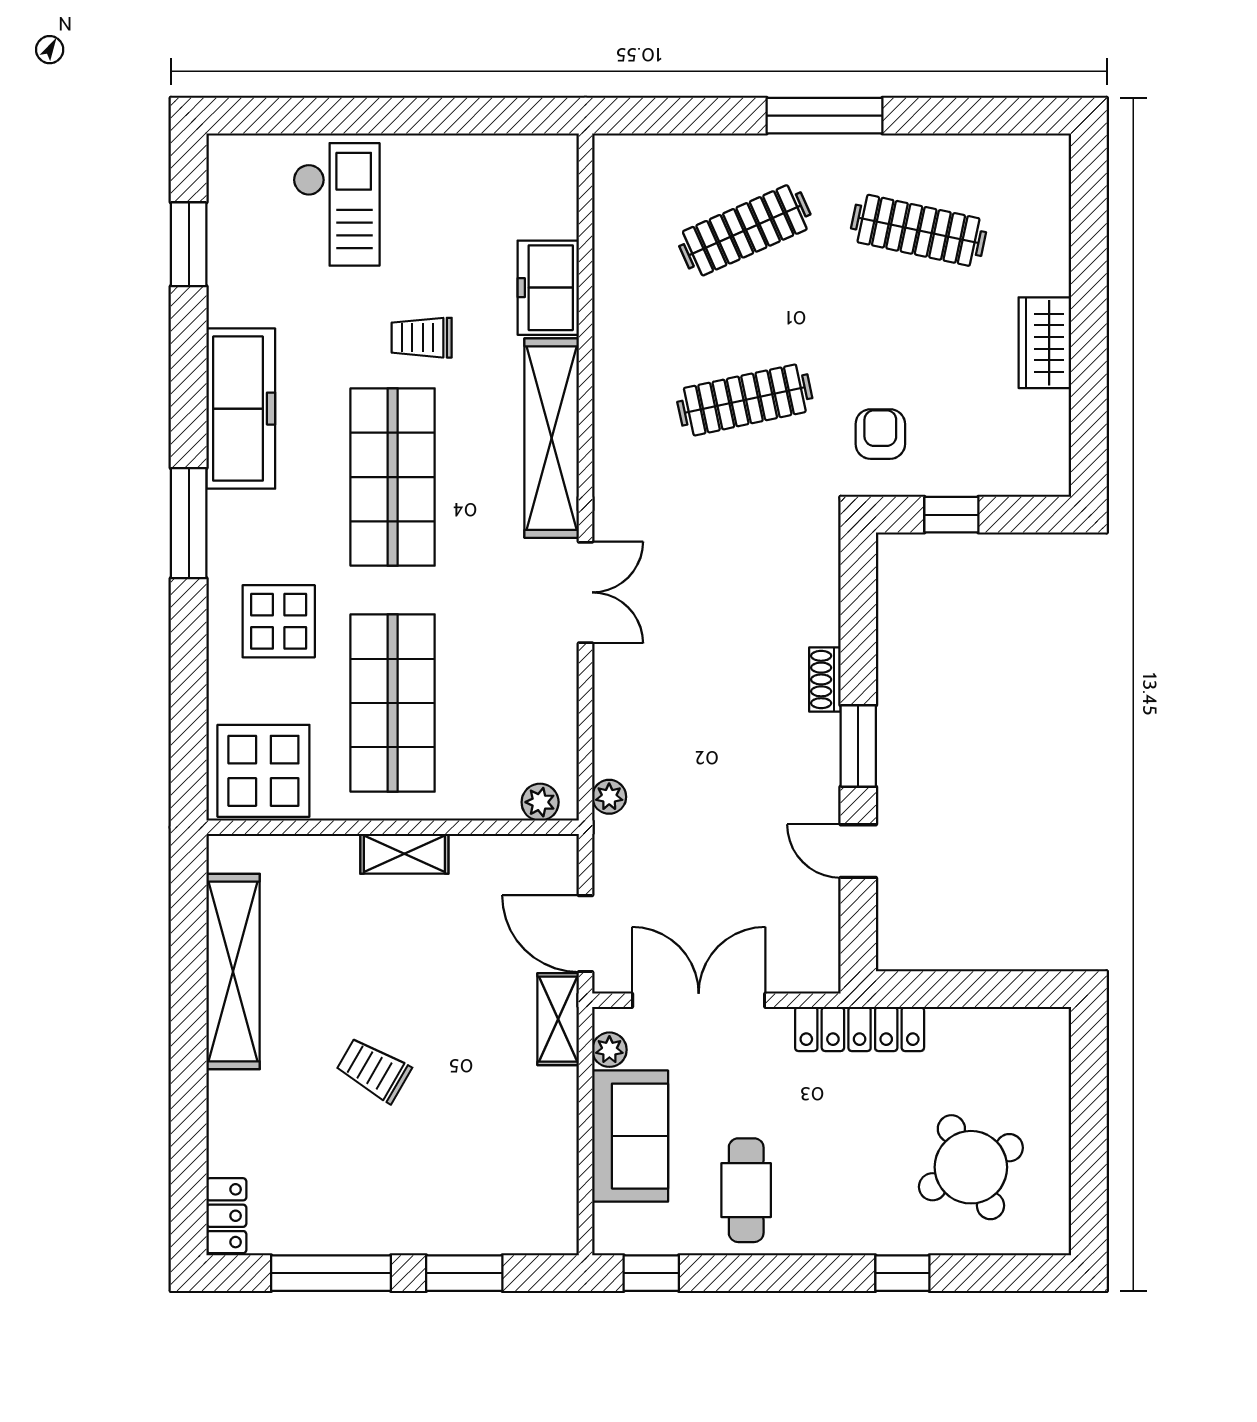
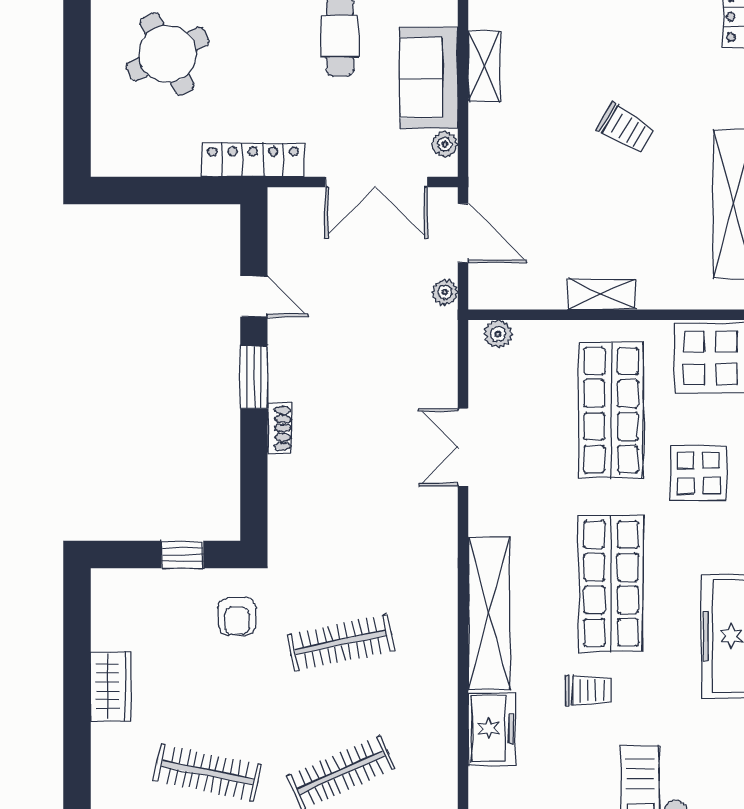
double door: (586, 592) -> (463, 447), moved
plant: (609, 797) -> (445, 292), moved
shelving: (558, 1019) -> (484, 66), moved

